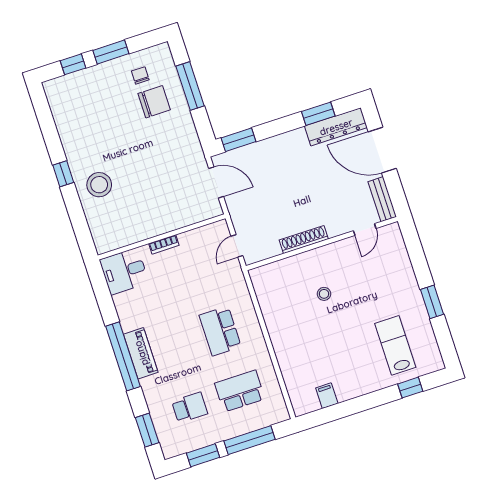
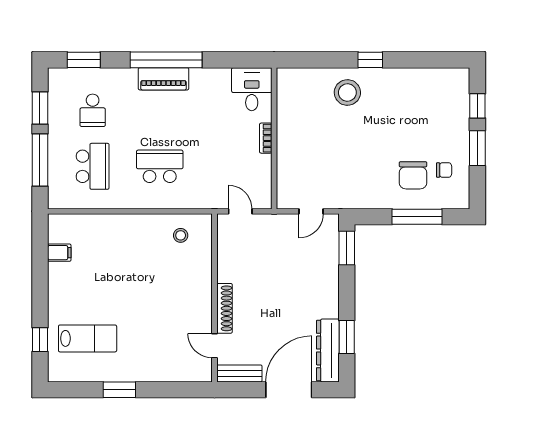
door: (216, 182) -> (311, 211), width x0.73
shoe rack: (304, 240) -> (225, 308), moved
stool: (324, 294) -> (181, 235), moved

